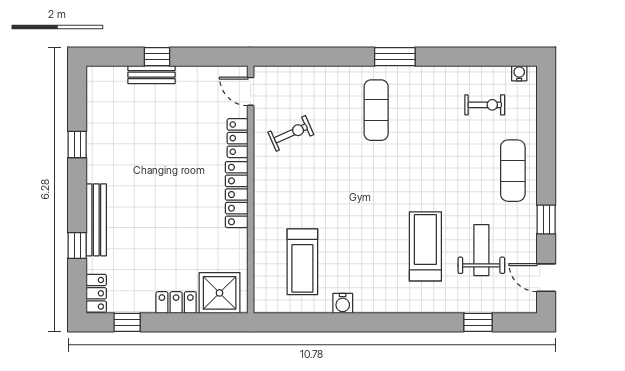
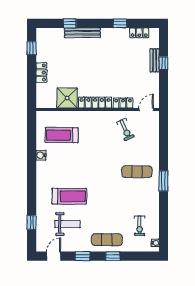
window: (546, 159) -> (113, 256), added
locker: (96, 293) -> (139, 33), moved
shower: (220, 293) -> (67, 98), moved

